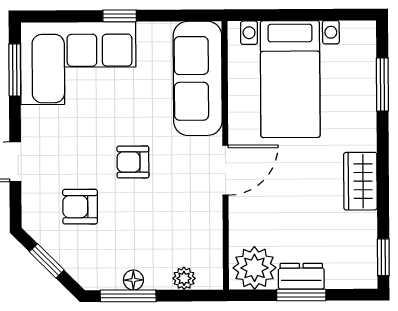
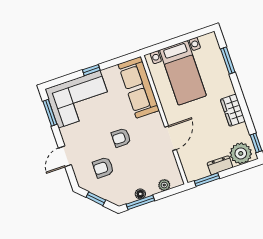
door: (225, 170) -> (171, 138), moved
plant: (255, 268) -> (241, 153), moved
window: (301, 295) -> (207, 180), moved

